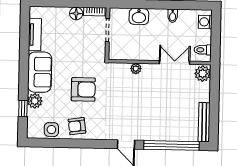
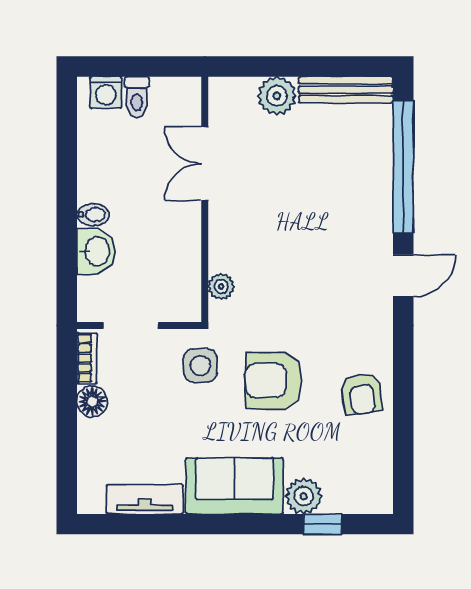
bidet: (173, 16) -> (93, 215), moved
toilet: (203, 50) -> (137, 97), moved
plant: (136, 69) -> (221, 286), moved
plant: (203, 74) -> (277, 96), moved
armchair: (83, 89) -> (274, 381), turned -90
side table: (51, 130) -> (200, 365), moved

